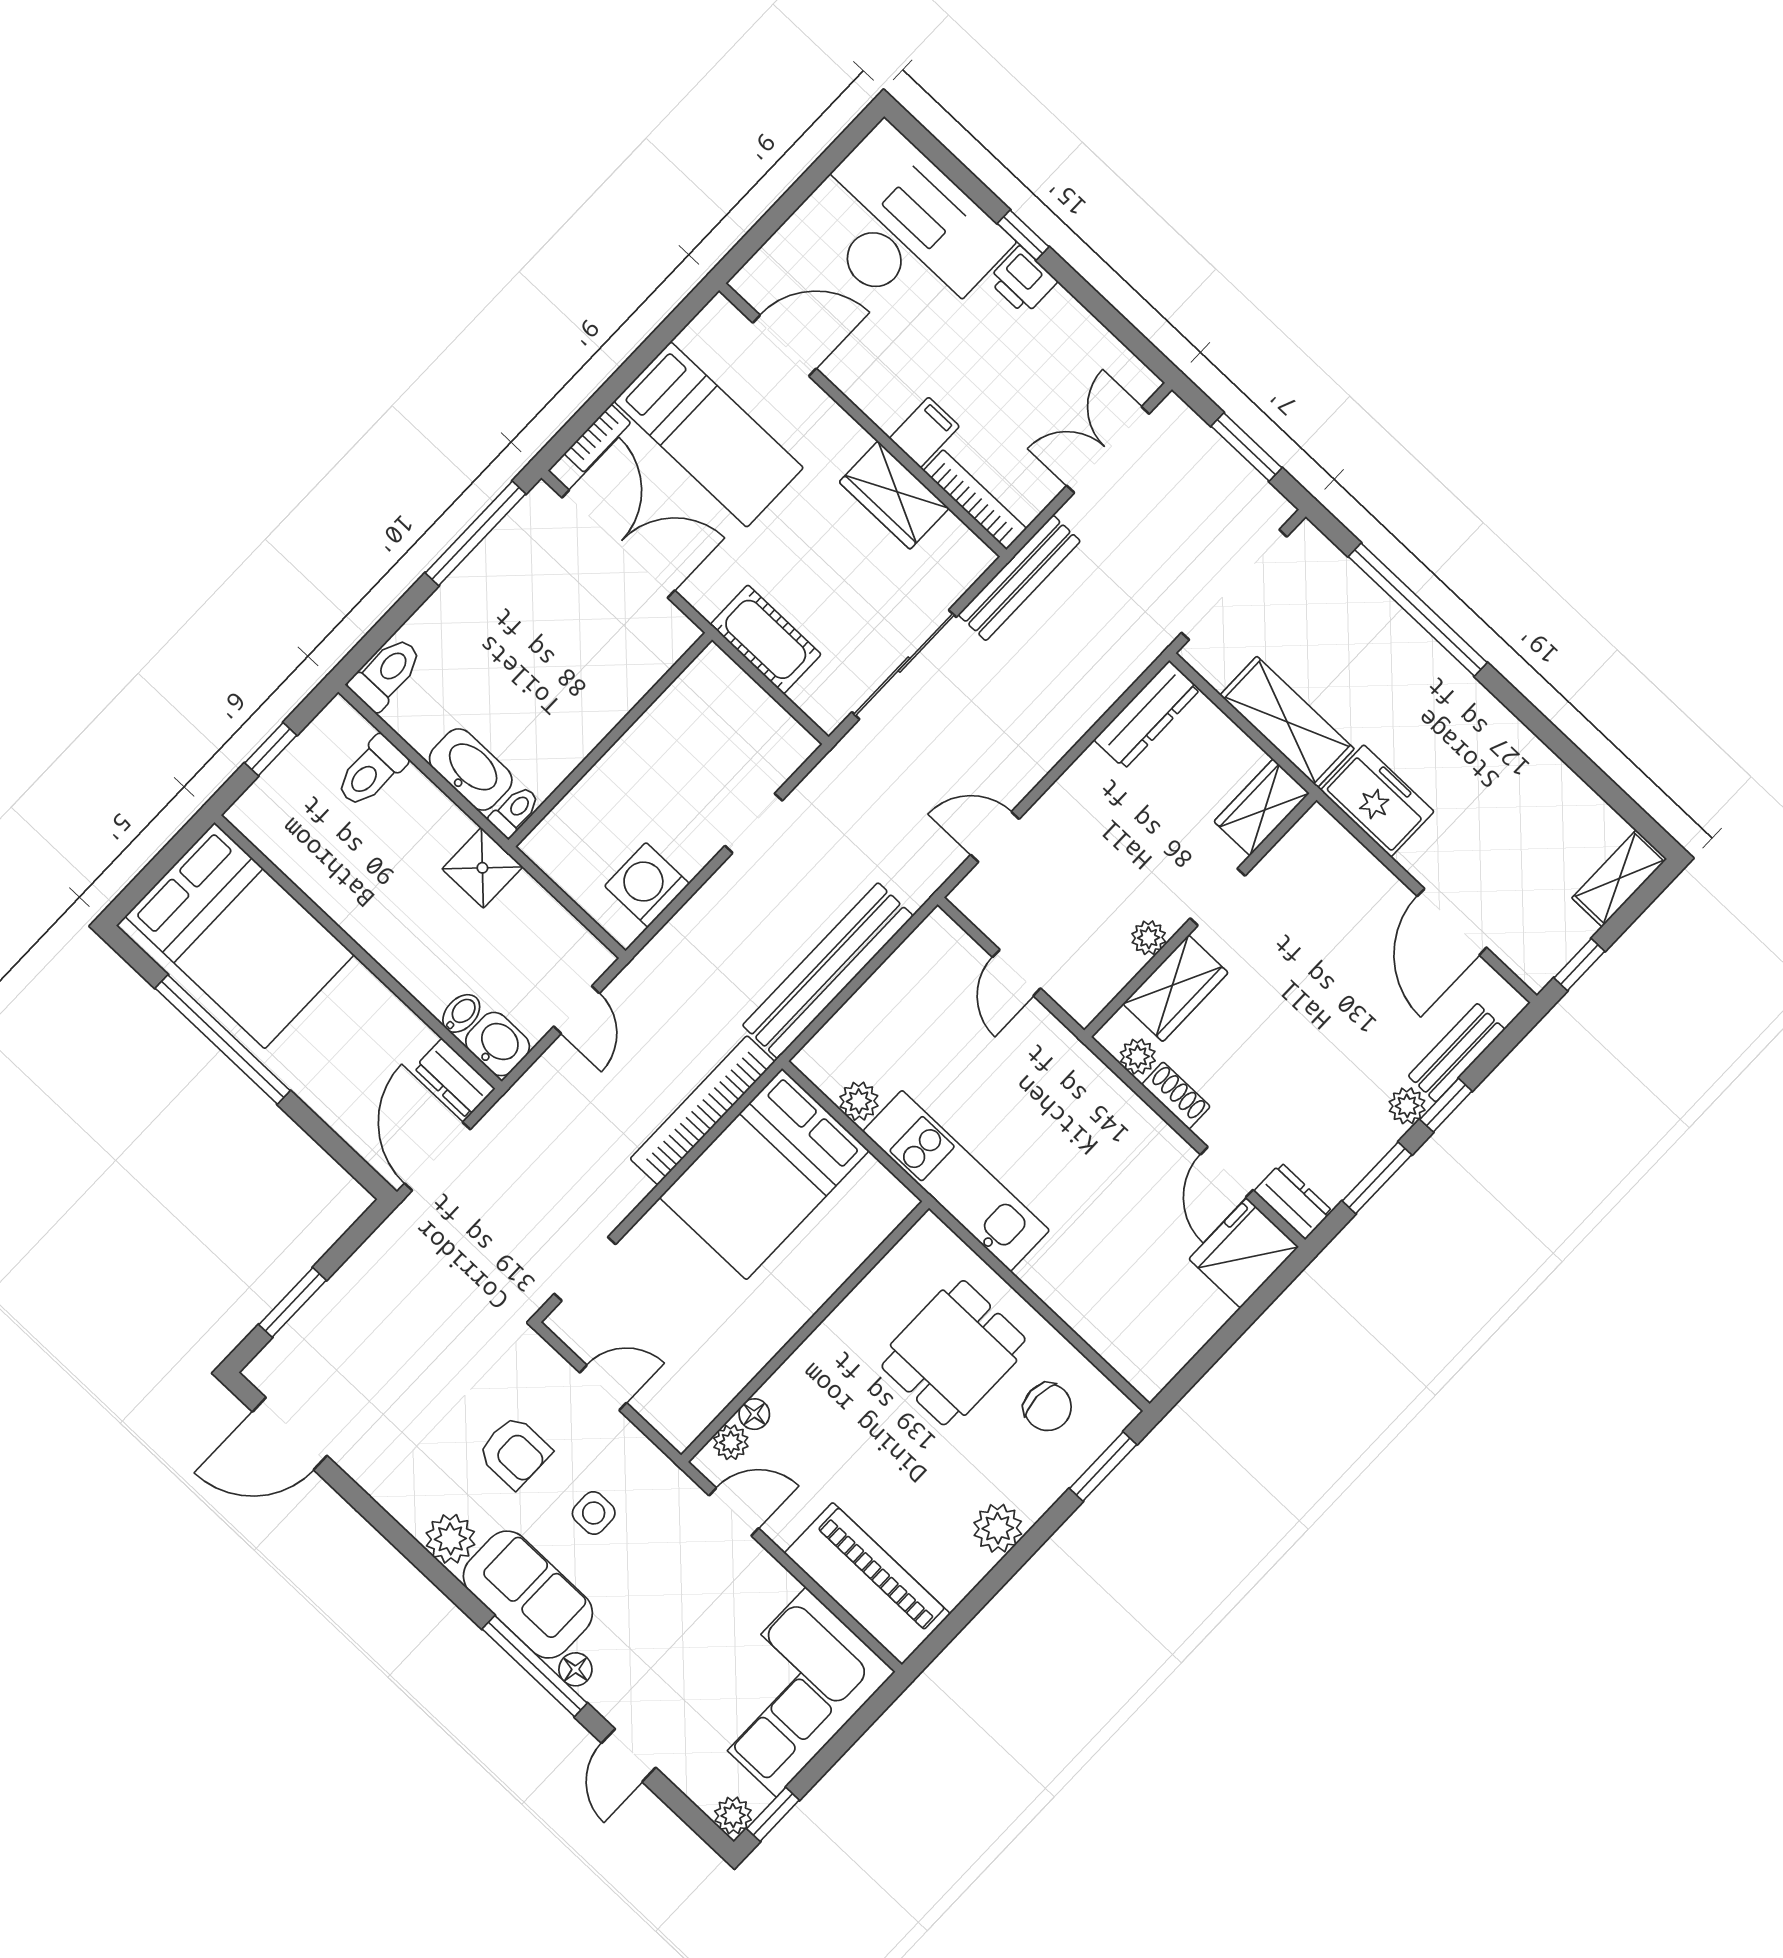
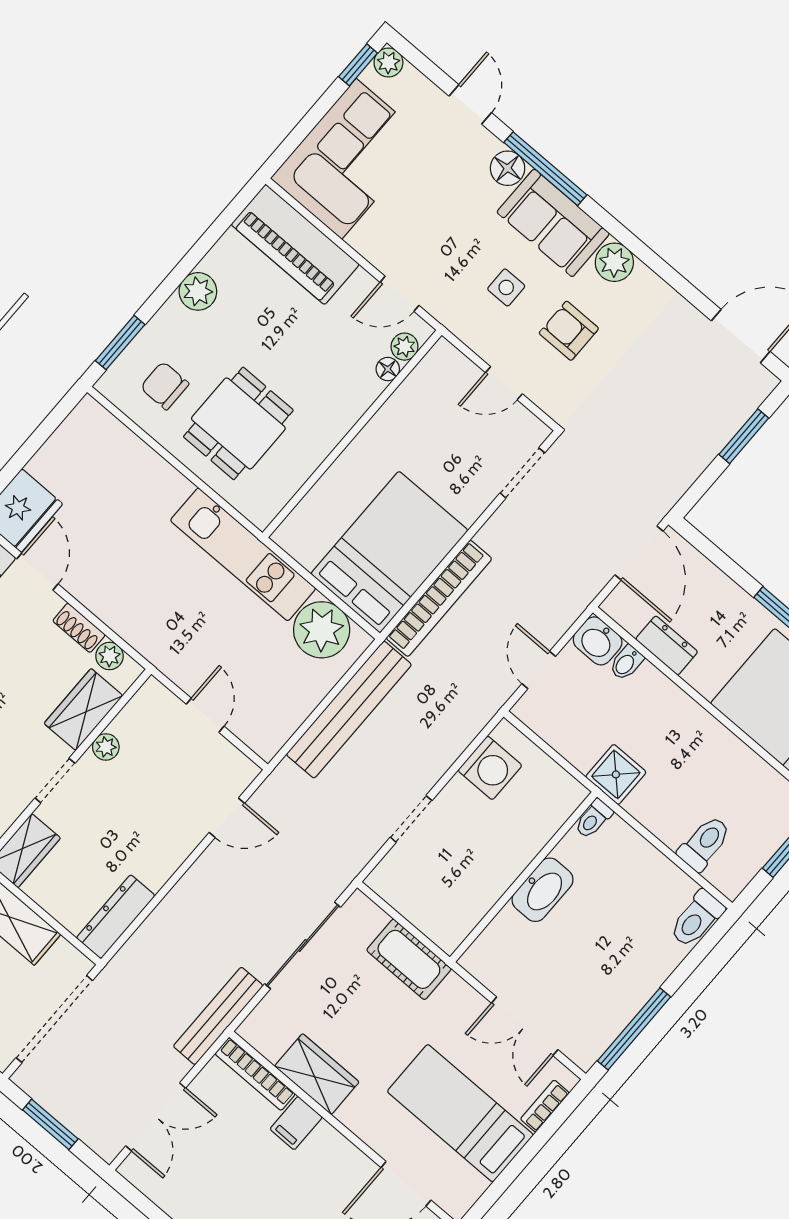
double door: (618, 544) -> (525, 1026), width x0.73
washbasin: (471, 770) -> (542, 890), moved, turned -90
dresser: (454, 1078) -> (667, 645), moved
plant: (859, 1101) -> (322, 630), width x1.87, depth x1.87
floor lamp: (575, 1669) -> (508, 168), width x1.37, depth x1.37

